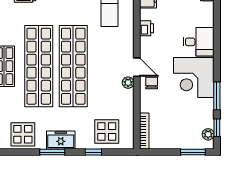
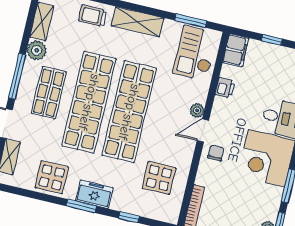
door: (137, 67) -> (203, 130), swing flipped
plant: (128, 83) -> (197, 110), moved
display table: (107, 132) -> (159, 178), moved

